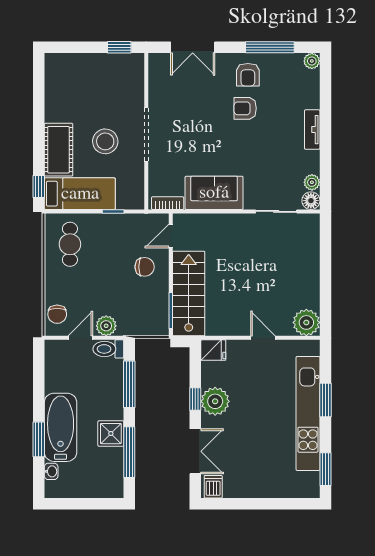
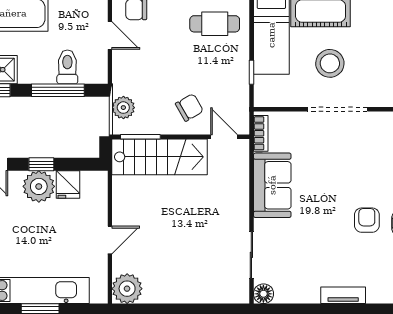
plant: (312, 182) -> (284, 295), removed
chair: (145, 267) -> (189, 107), turned -120
plant: (106, 326) -> (123, 108), moved
toilet: (108, 349) -> (67, 67), moved
fridge: (213, 350) -> (68, 184), moved

